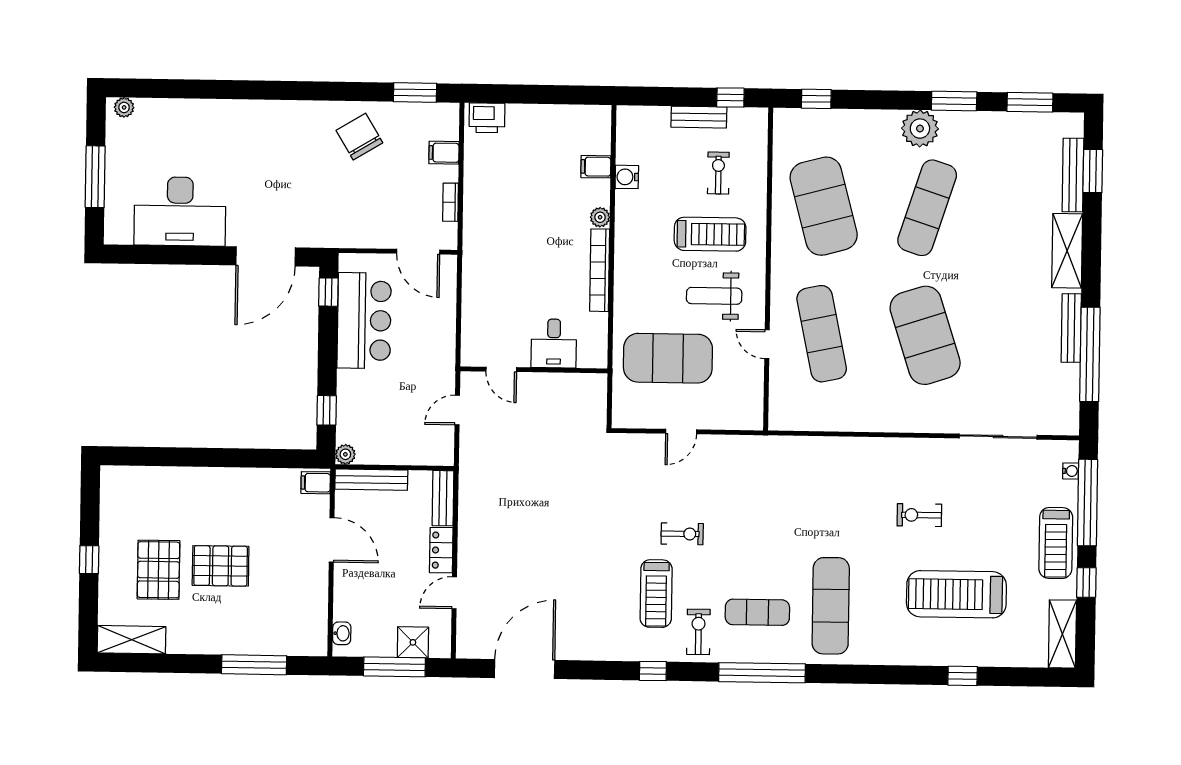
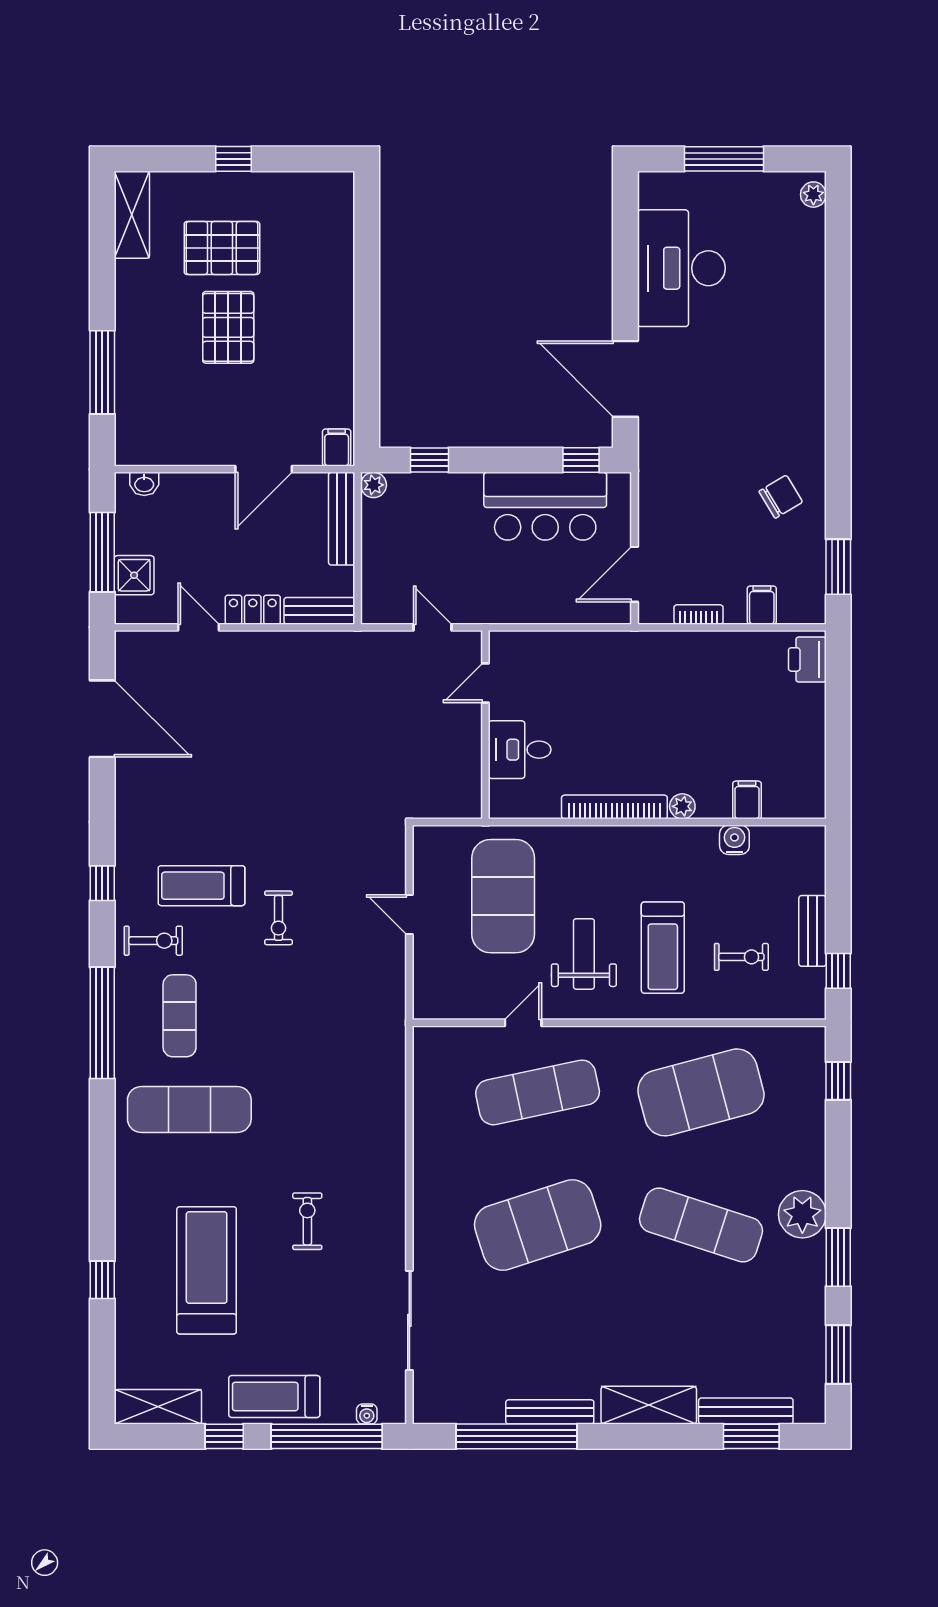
chair: (359, 137) -> (781, 497), width x0.73, depth x0.73

